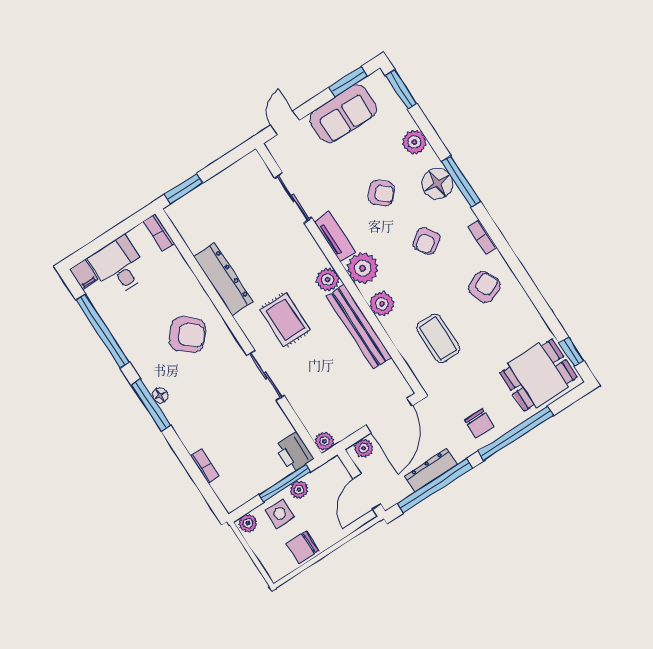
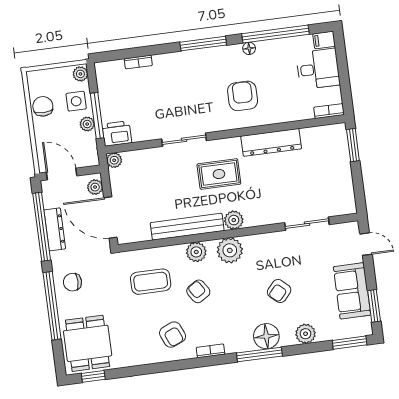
tv unit: (335, 237) -> (263, 241), removed
armchair: (426, 241) -> (198, 291), moved
armchair: (187, 335) -> (243, 96), turned 139
floor lamp: (160, 395) -> (249, 48), moved

